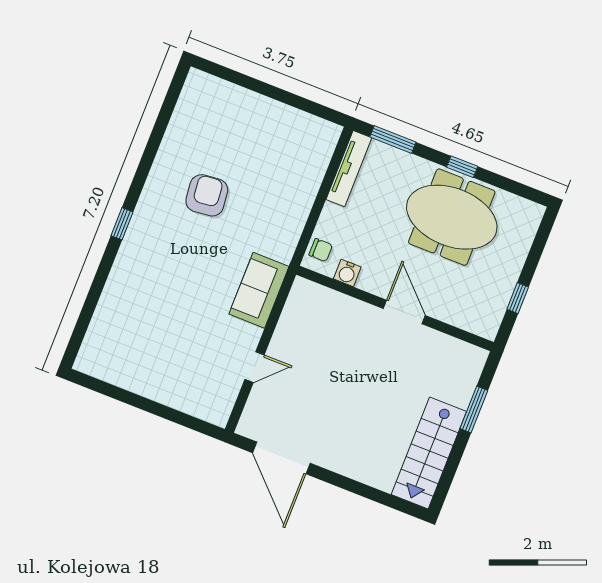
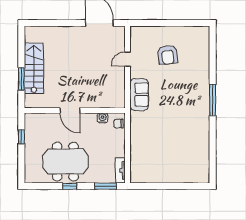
tv unit: (349, 169) -> (120, 170), width x0.71
armchair: (207, 195) -> (168, 55), moved
window: (122, 224) -> (213, 100), width x2.17
stairs: (429, 453) -> (34, 68), moved

